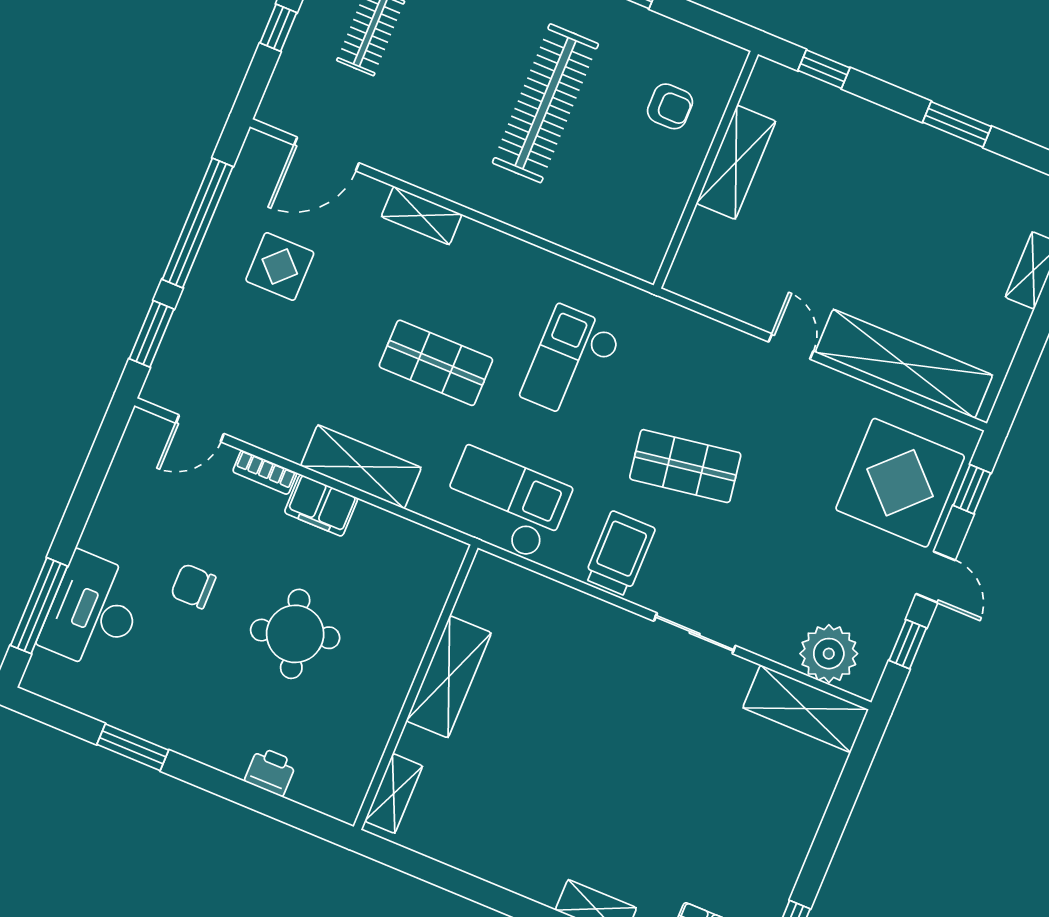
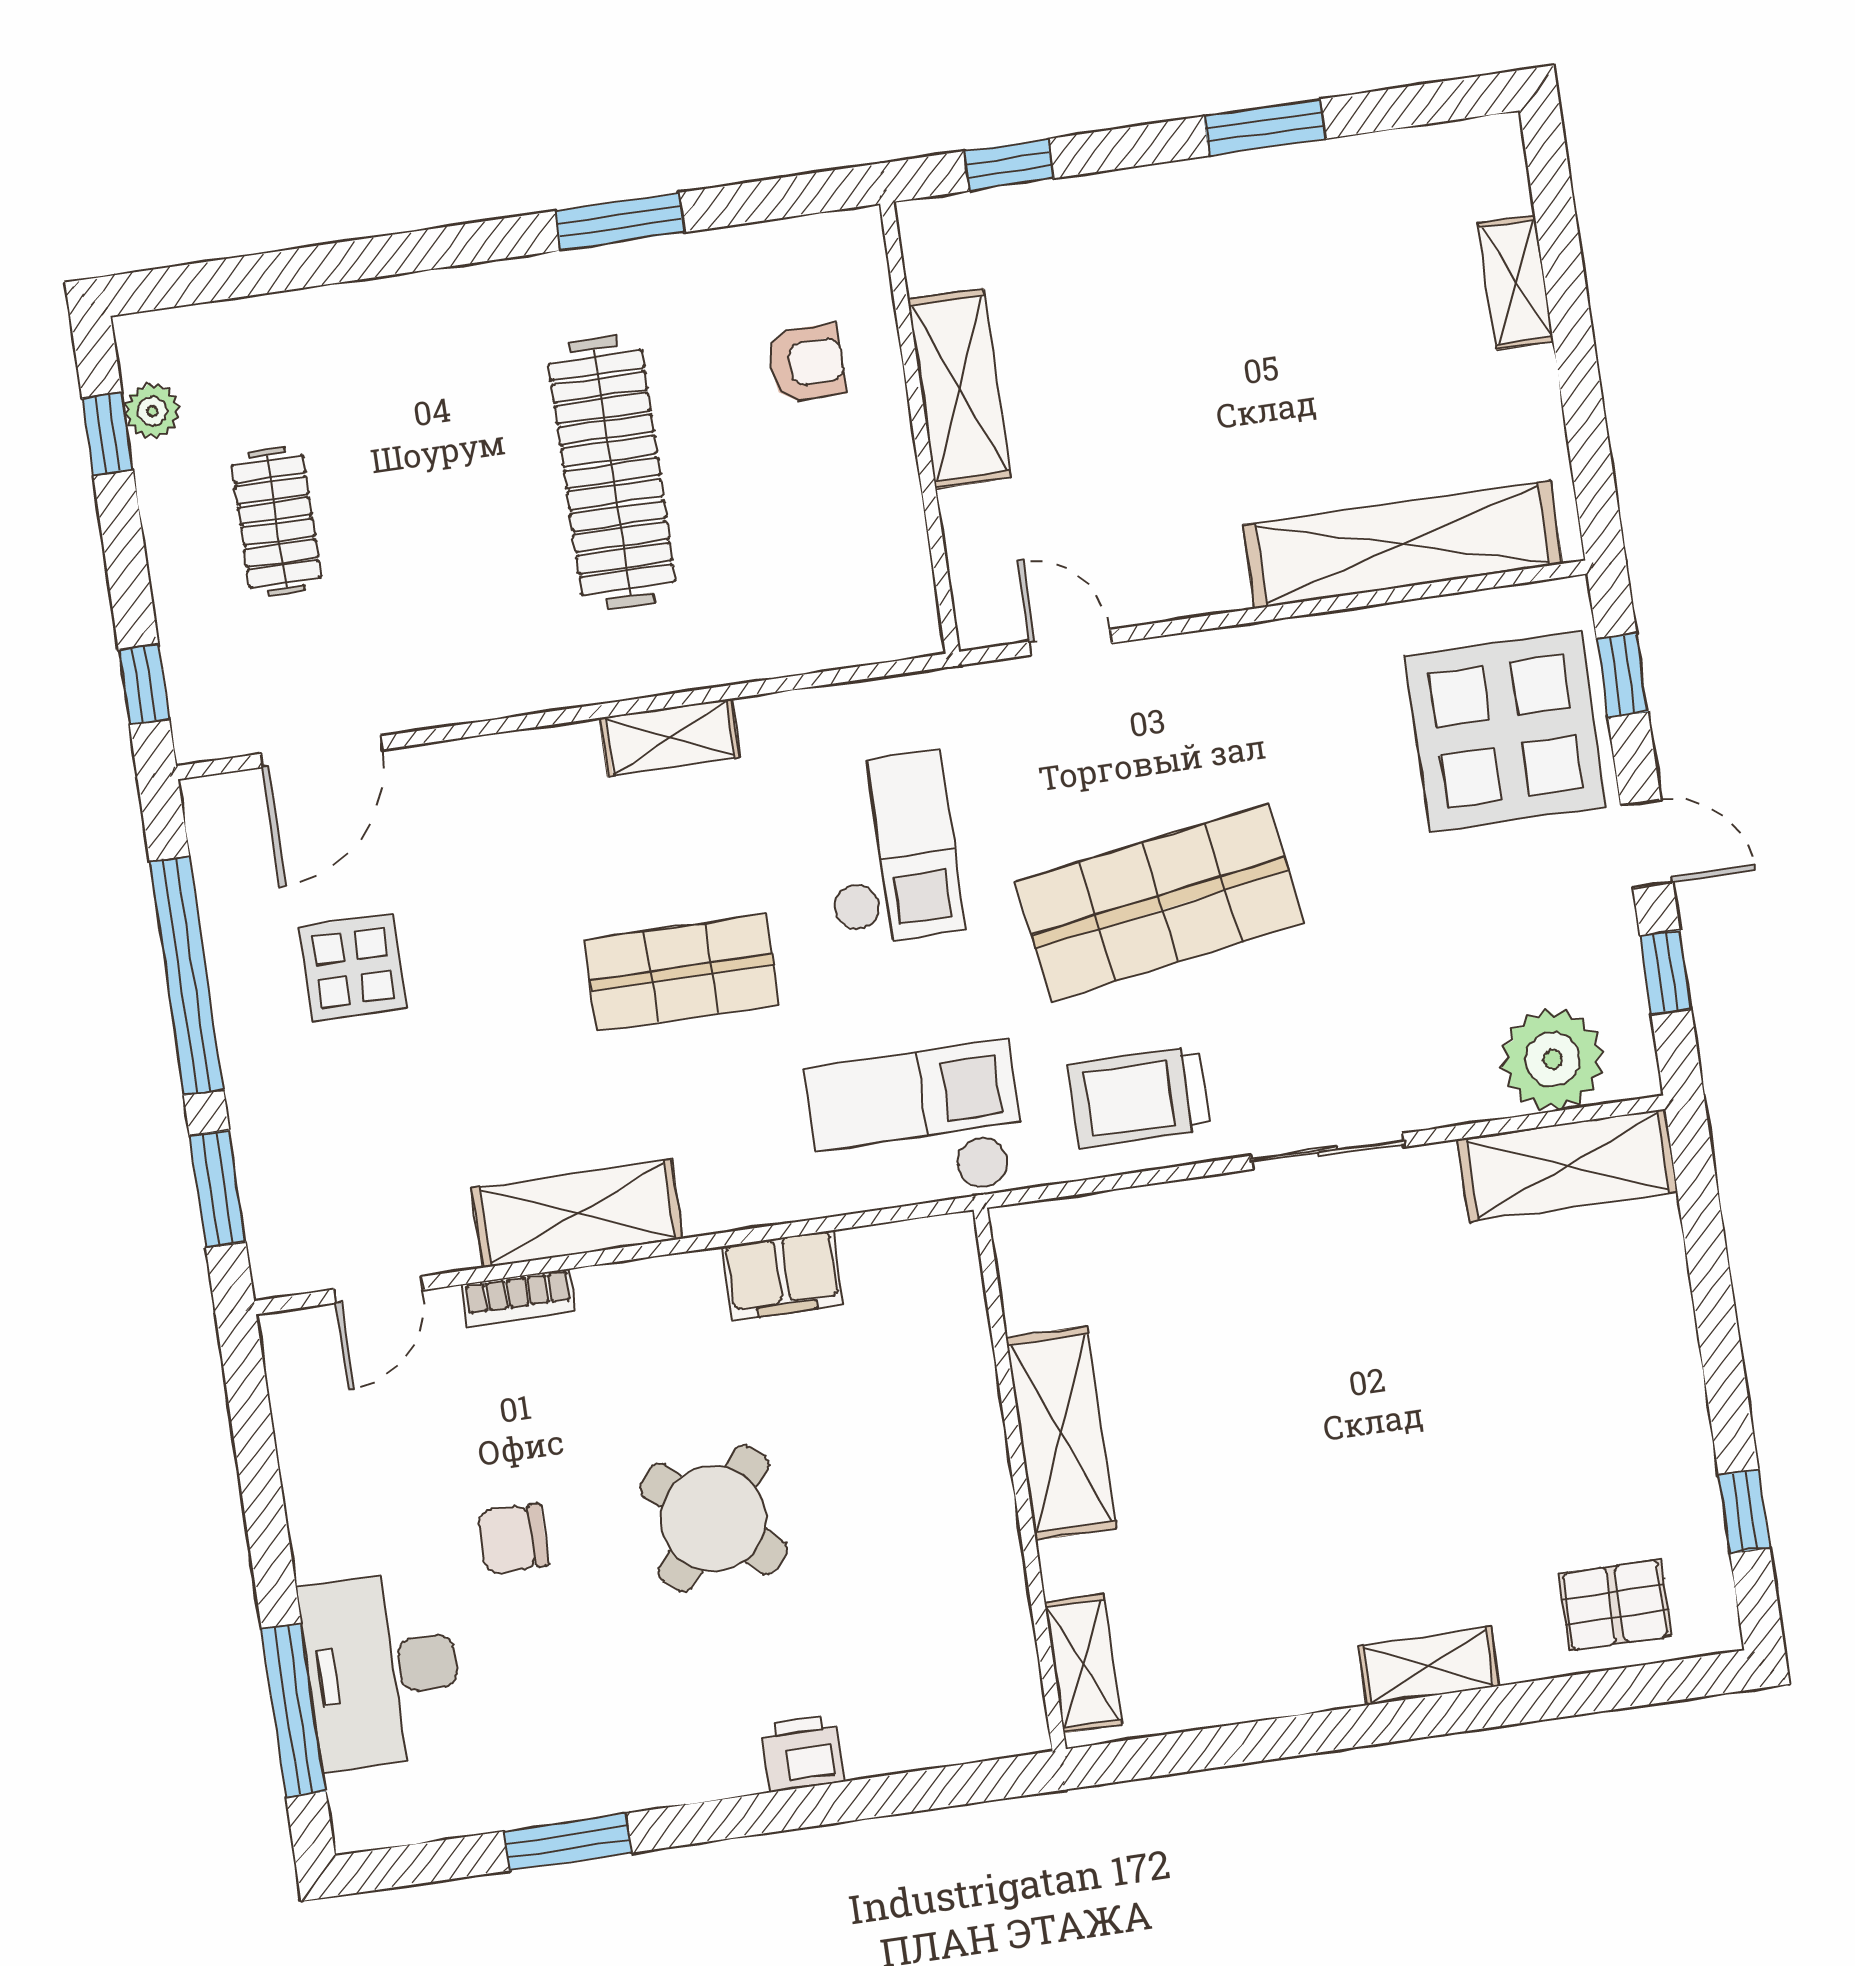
window: (278, 28) -> (144, 684), moved
shelving: (422, 216) -> (669, 738), moved
door: (791, 346) -> (1071, 642), moved
checkout: (571, 363) -> (890, 849), turned 180
shop shelf: (685, 466) -> (1160, 903), width x1.43, depth x1.36
shelving: (361, 467) -> (577, 1213), moved
filing cabinet: (321, 505) -> (783, 1276), moved
trolley: (620, 553) -> (1139, 1097), turned -90
round table: (295, 634) -> (713, 1519), turned -33
shelving: (449, 677) -> (1061, 1433), moved
wall: (416, 687) -> (1020, 1479), moved
shelving: (394, 793) -> (1083, 1663), moved

